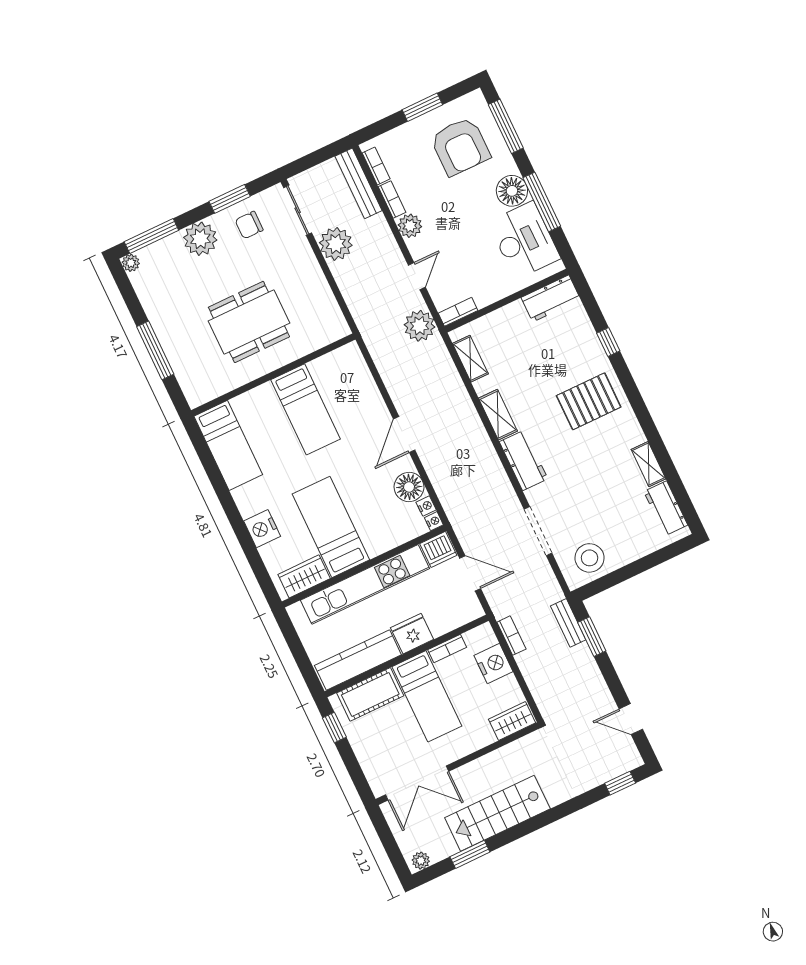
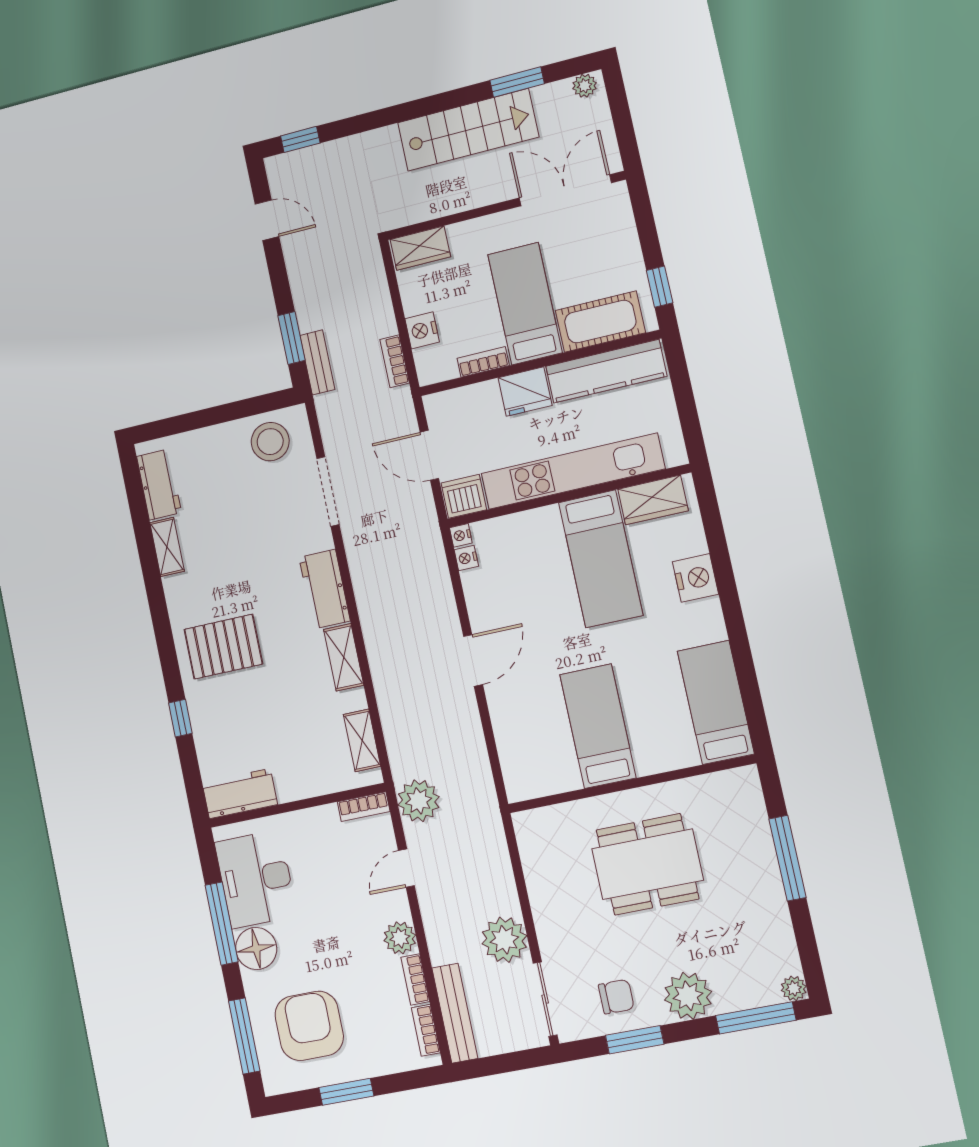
floor lamp: (409, 487) -> (483, 589), removed
nightstand: (494, 663) -> (422, 330), width x0.74, depth x0.75

